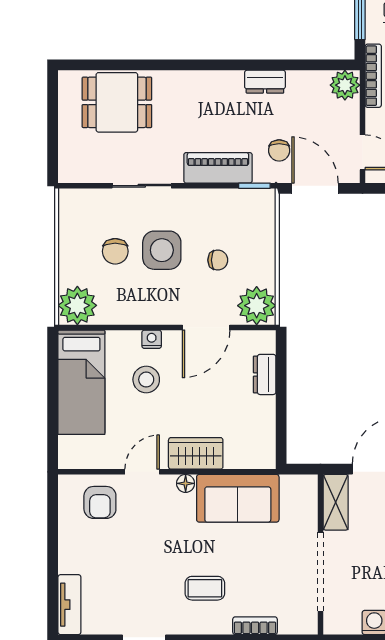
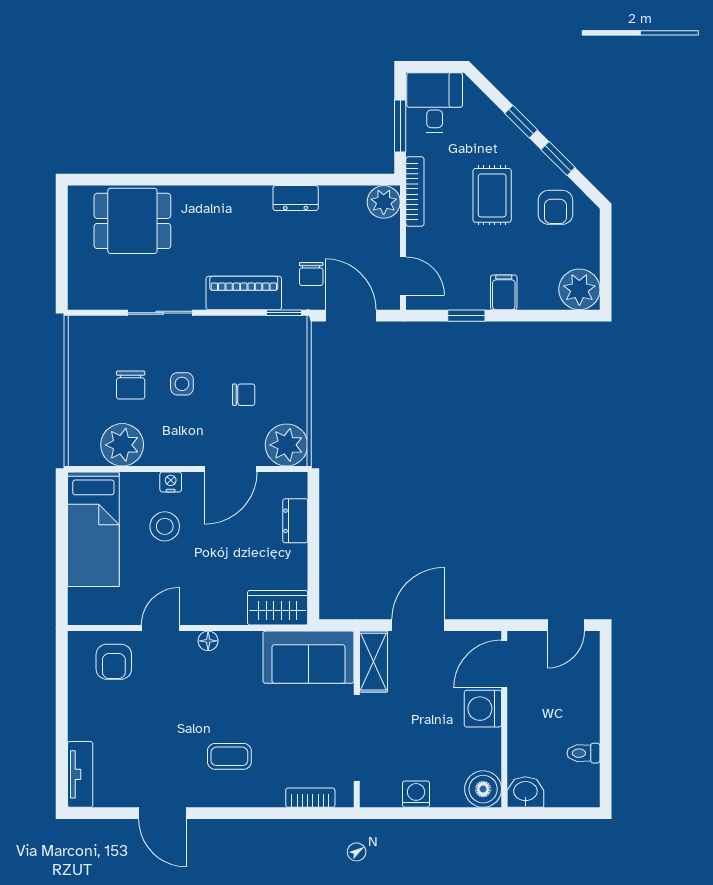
side table: (162, 250) -> (182, 384), width x0.54, depth x0.54
plant: (77, 305) -> (122, 445), moved
wardrobe: (196, 453) -> (278, 608), moved
sofa: (238, 498) -> (308, 657), moved
bookcase: (255, 626) -> (310, 798), moved

